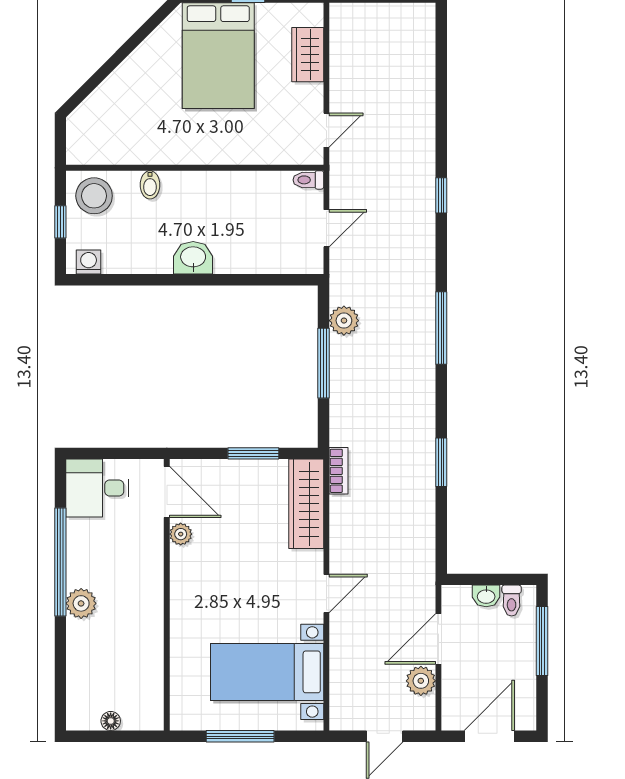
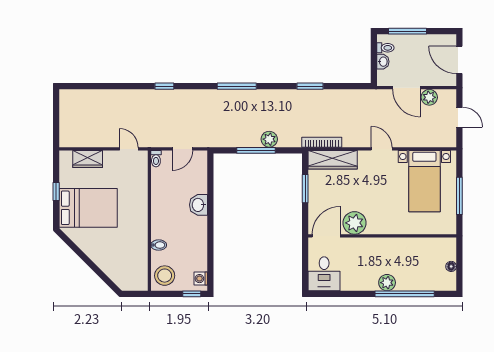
window: (60, 222) -> (192, 294), moved
door: (326, 228) -> (182, 149), swing flipped
washbasin: (193, 258) -> (198, 205), moved
plant: (344, 321) -> (269, 139), moved
bookcase: (338, 471) -> (322, 142), width x1.56
plant: (181, 534) -> (355, 223), width x1.87, depth x1.87
window: (60, 562) -> (405, 294), moved

